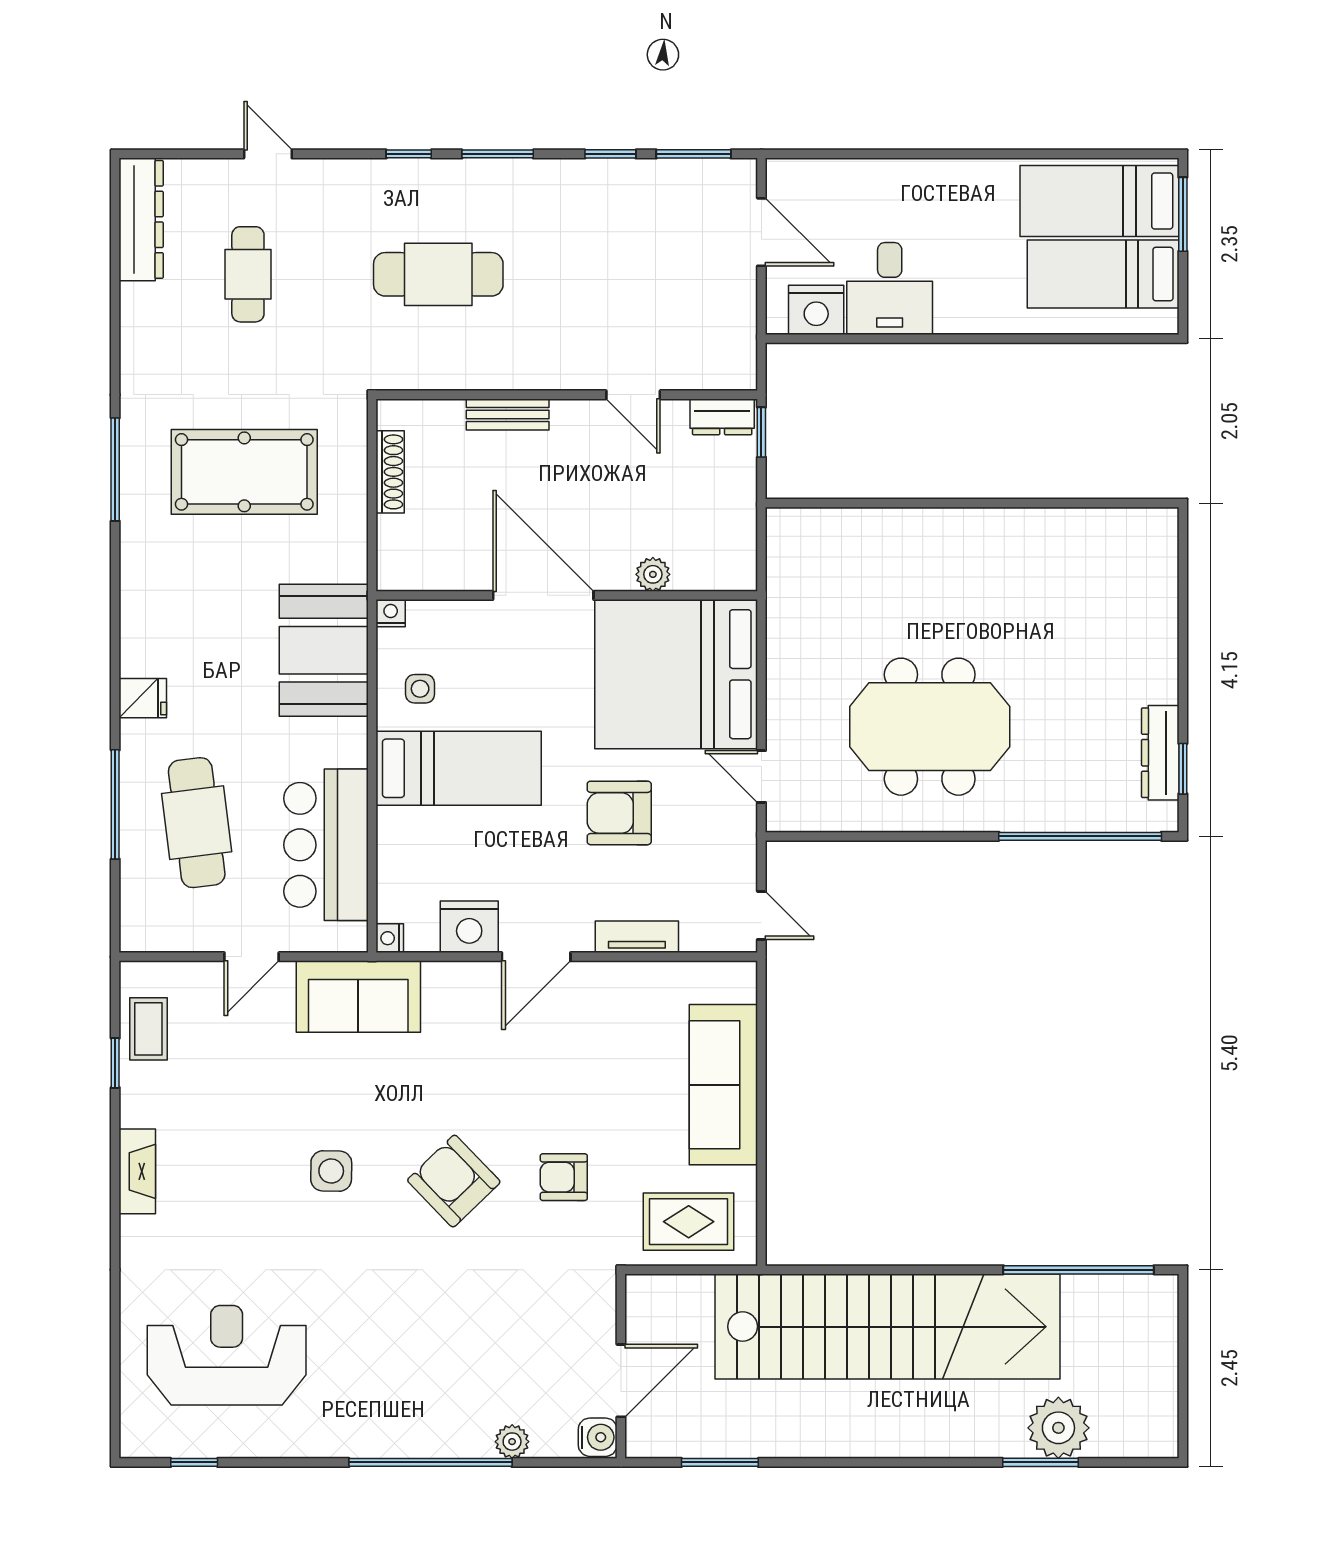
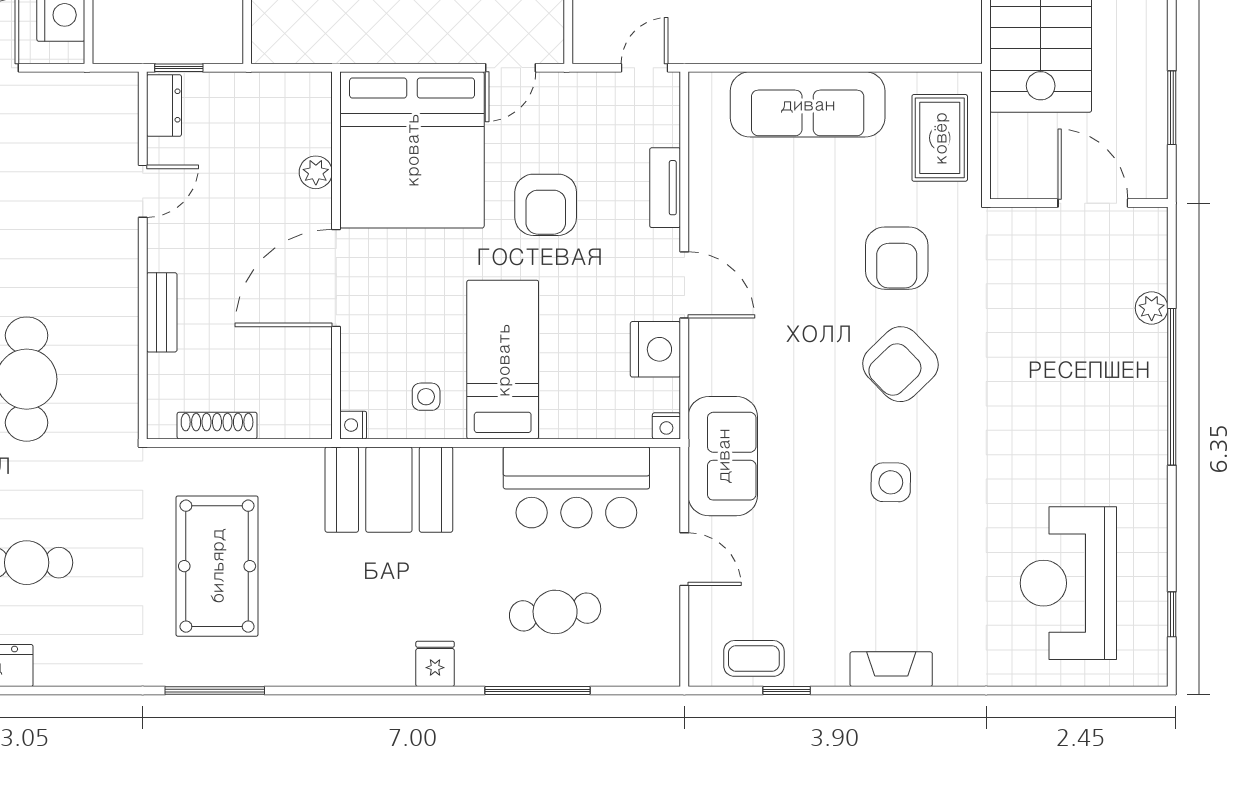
cafe table: (197, 823) -> (555, 612), width x0.73, depth x0.74
armchair: (564, 1177) -> (897, 258), width x1.38, depth x1.38
water cooler: (598, 1437) -> (1147, 226), removed

